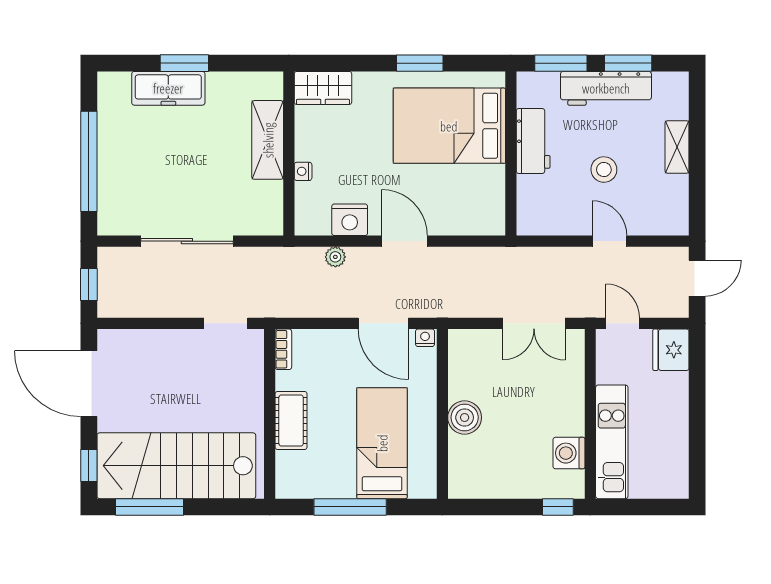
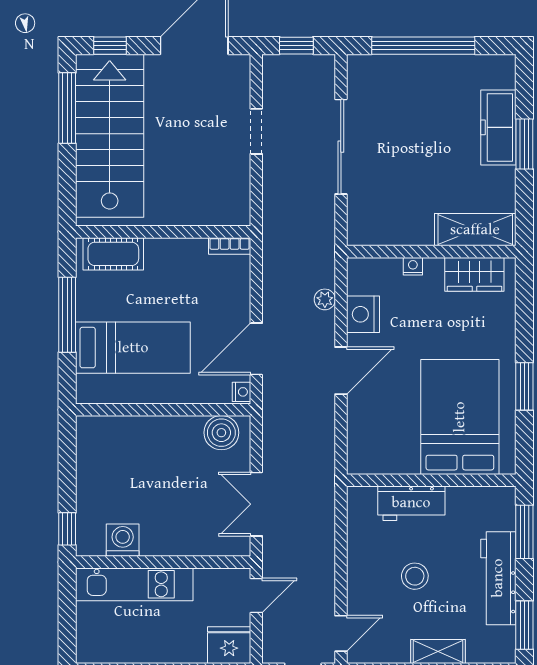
window: (628, 63) -> (524, 625), moved
wardrobe: (323, 88) -> (474, 274), moved, turned -90
shelving: (268, 140) -> (475, 230), moved
workbench: (533, 141) -> (411, 503), moved
door: (609, 241) -> (341, 633), moved
doorway: (226, 323) -> (256, 131), moved
boiler: (465, 417) -> (221, 433), moved
cot: (291, 421) -> (113, 254), moved

